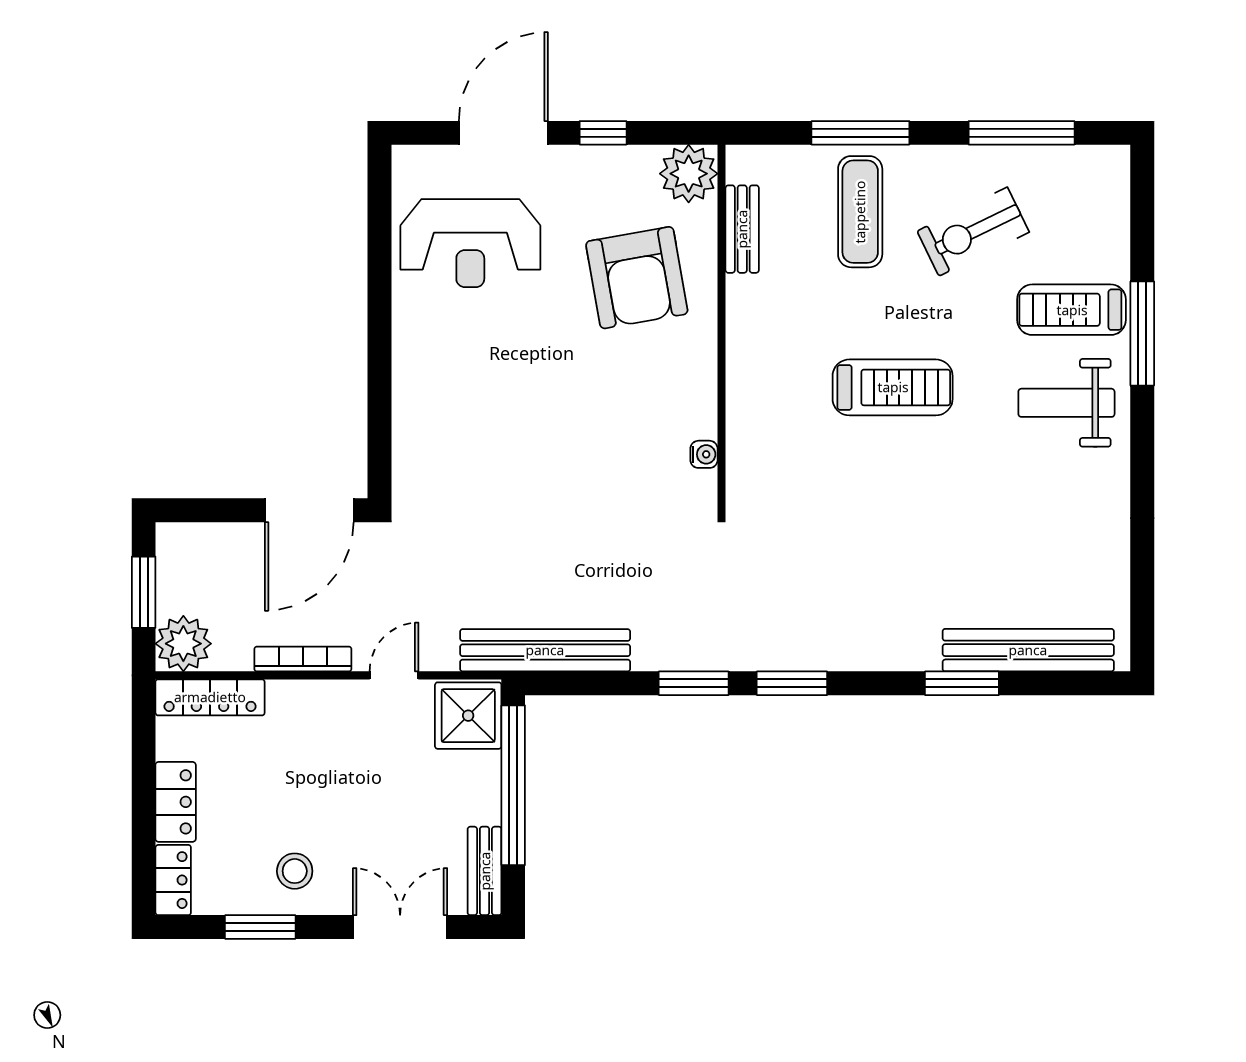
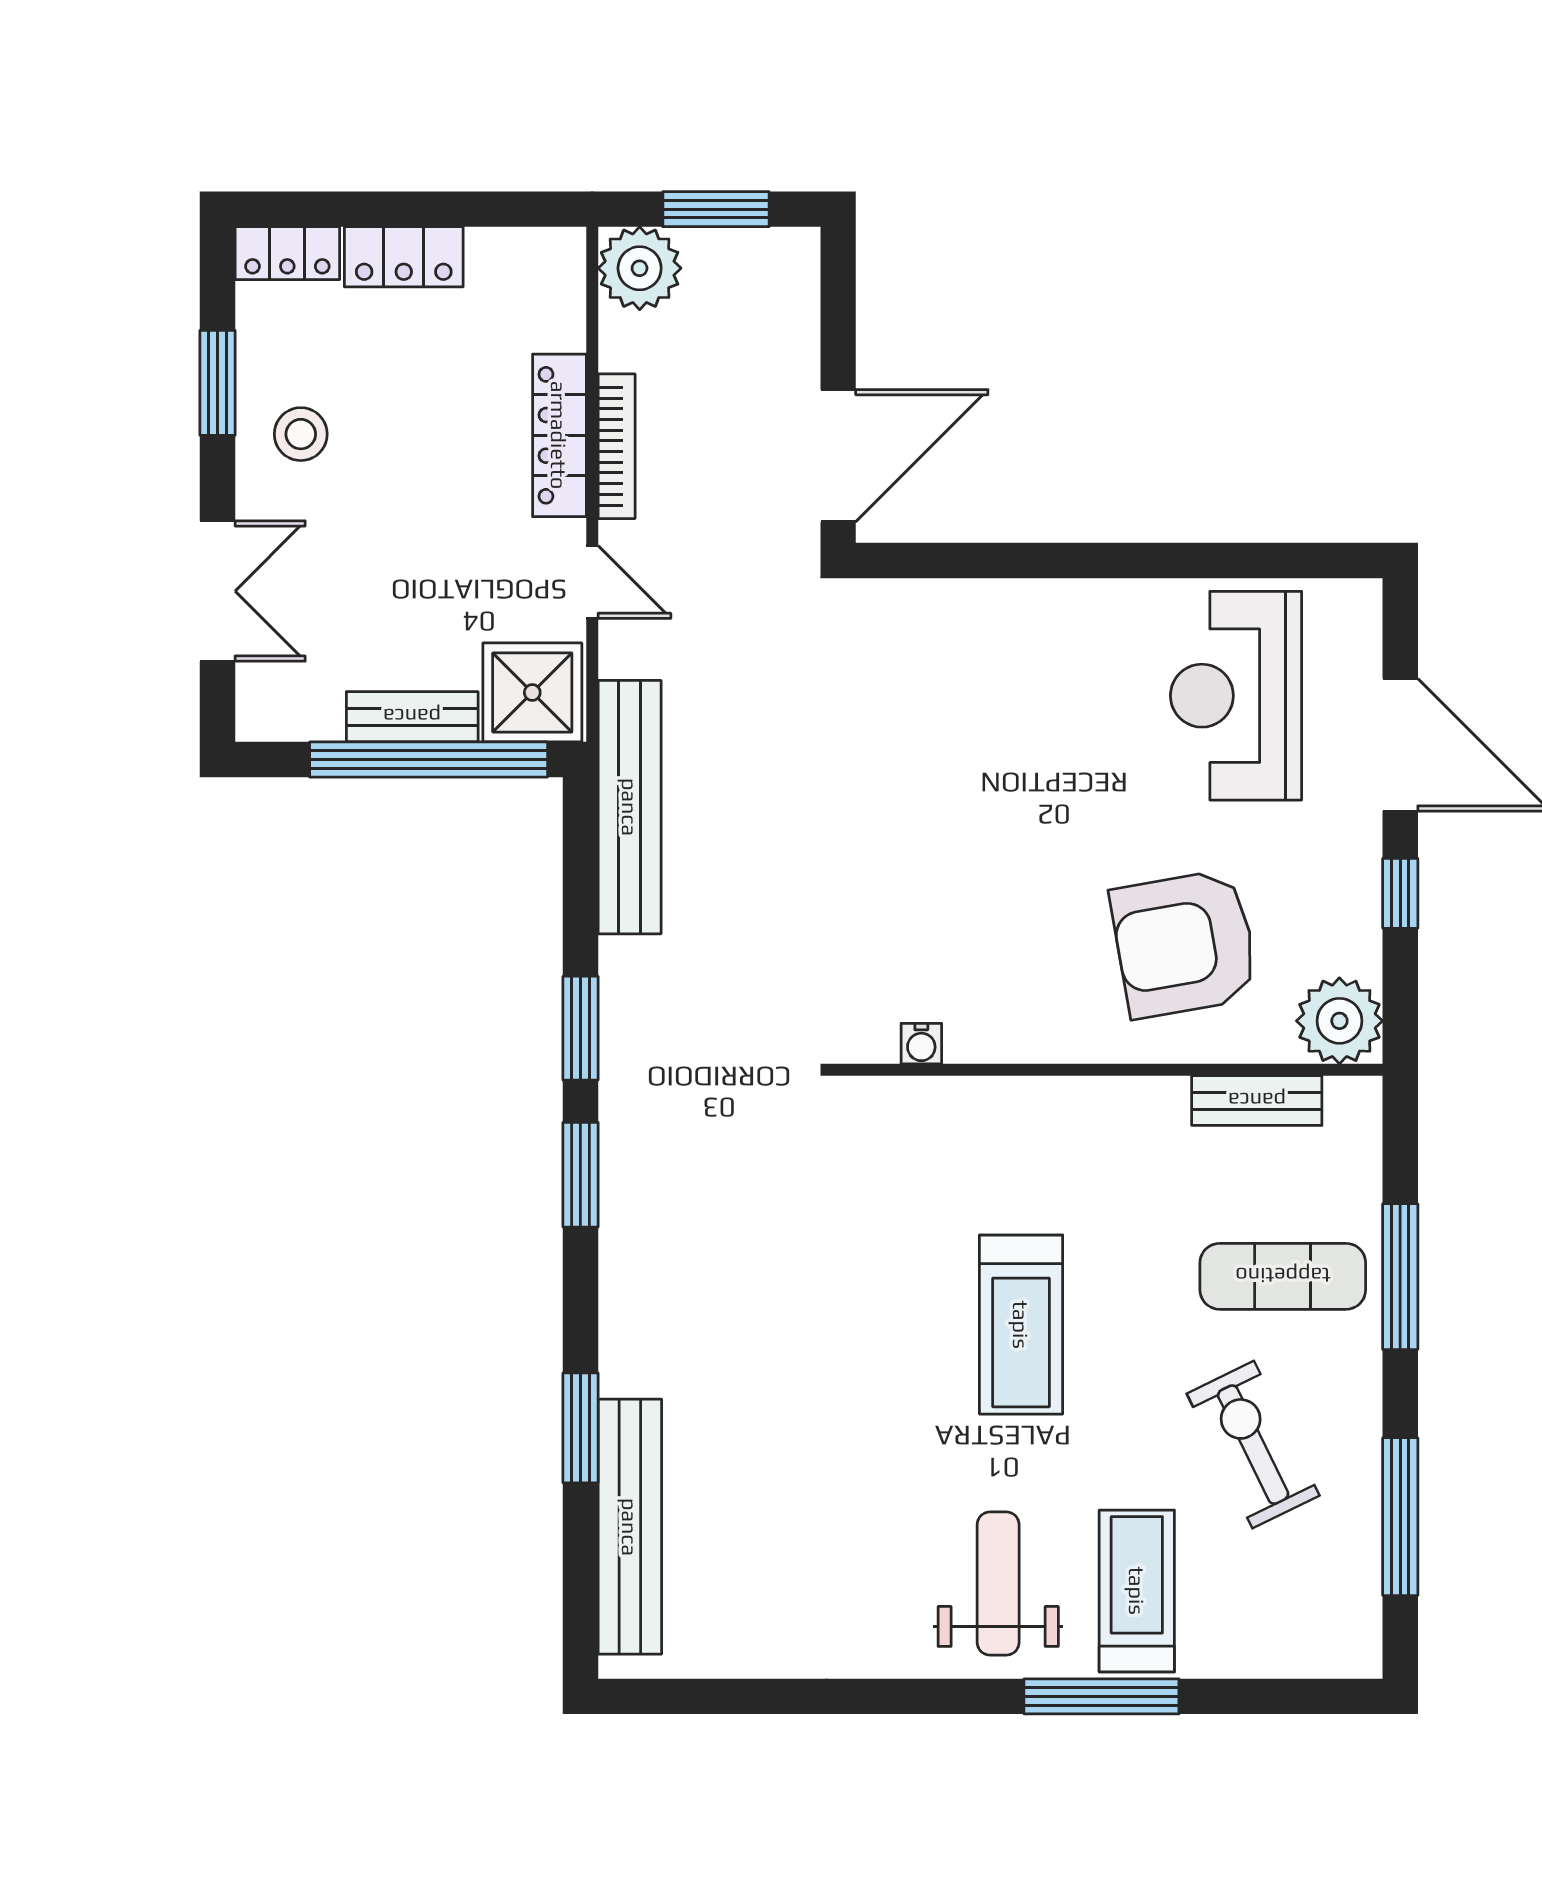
door: (309, 510) -> (838, 456), swing flipped
locker: (210, 697) -> (559, 435), moved
bench: (485, 871) -> (412, 717), moved

